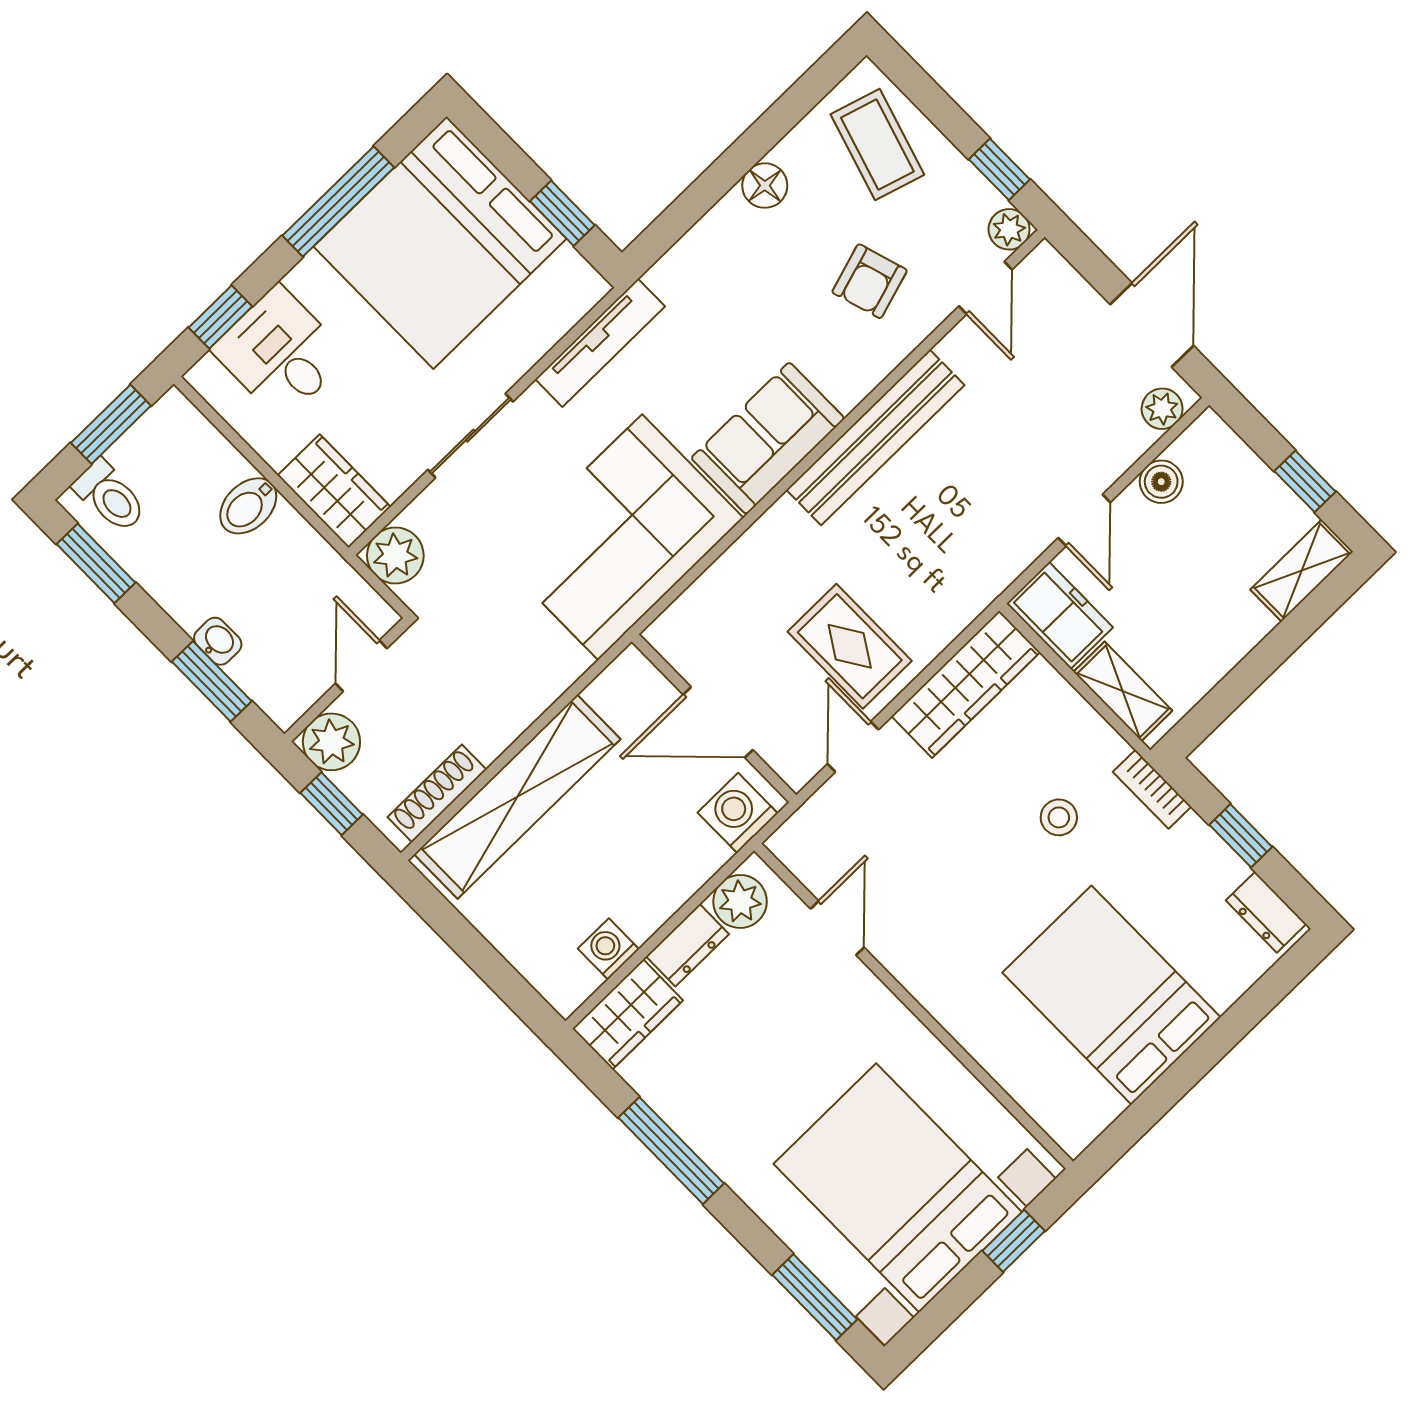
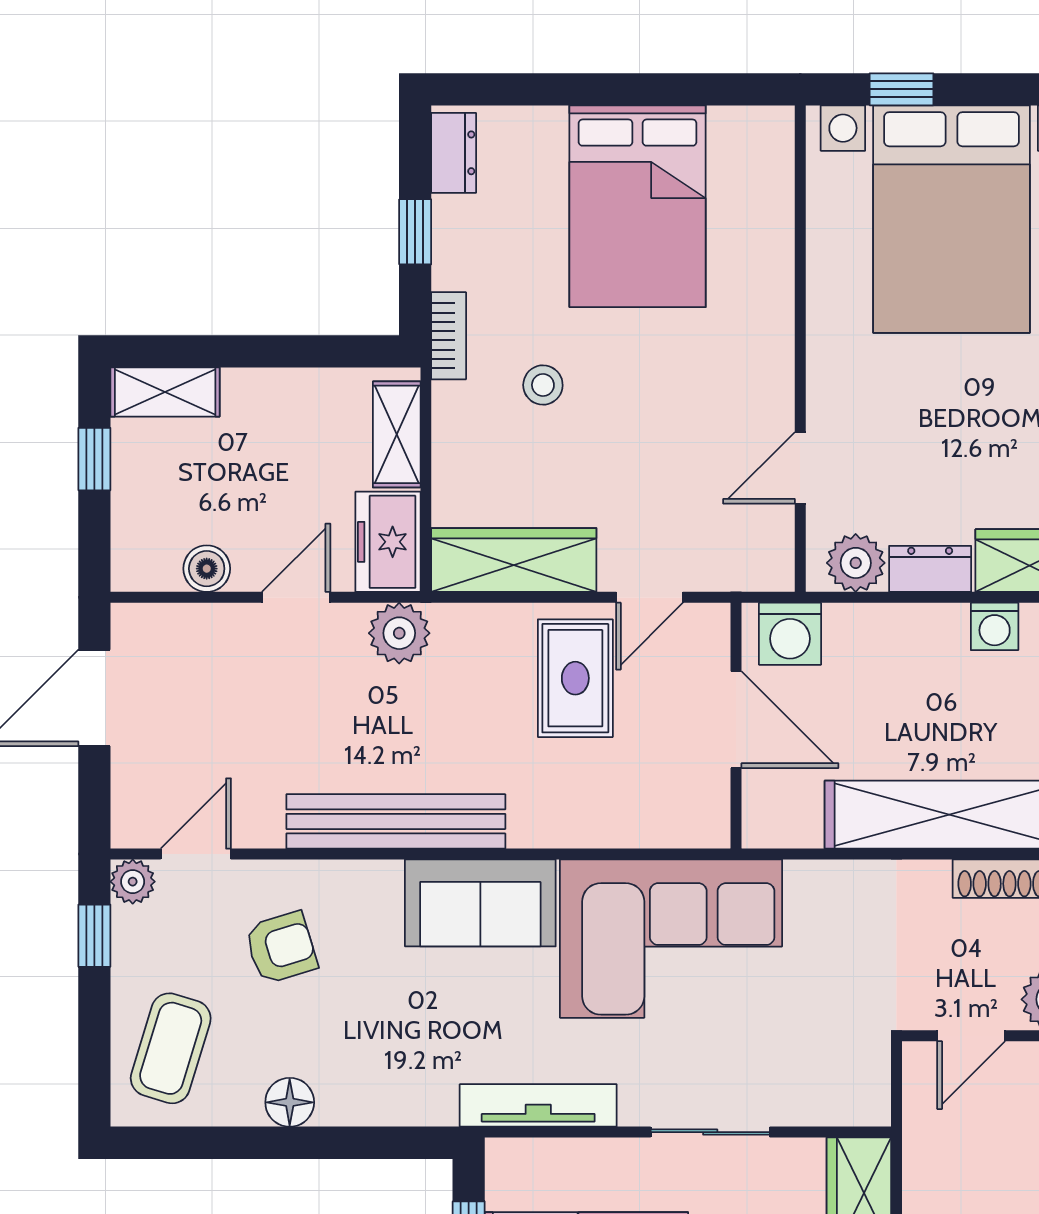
plant: (1162, 409) -> (399, 633), moved, width x1.38, depth x1.38
plant: (395, 556) -> (860, 1096), removed

